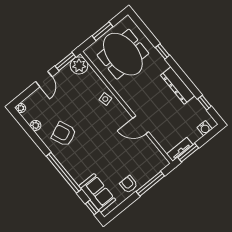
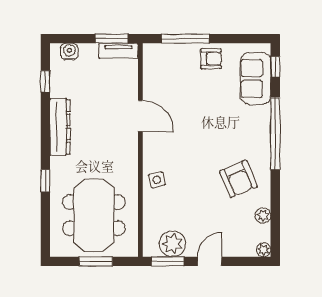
plant: (79, 65) -> (172, 244), moved
armchair: (129, 184) -> (211, 59), turned -90

